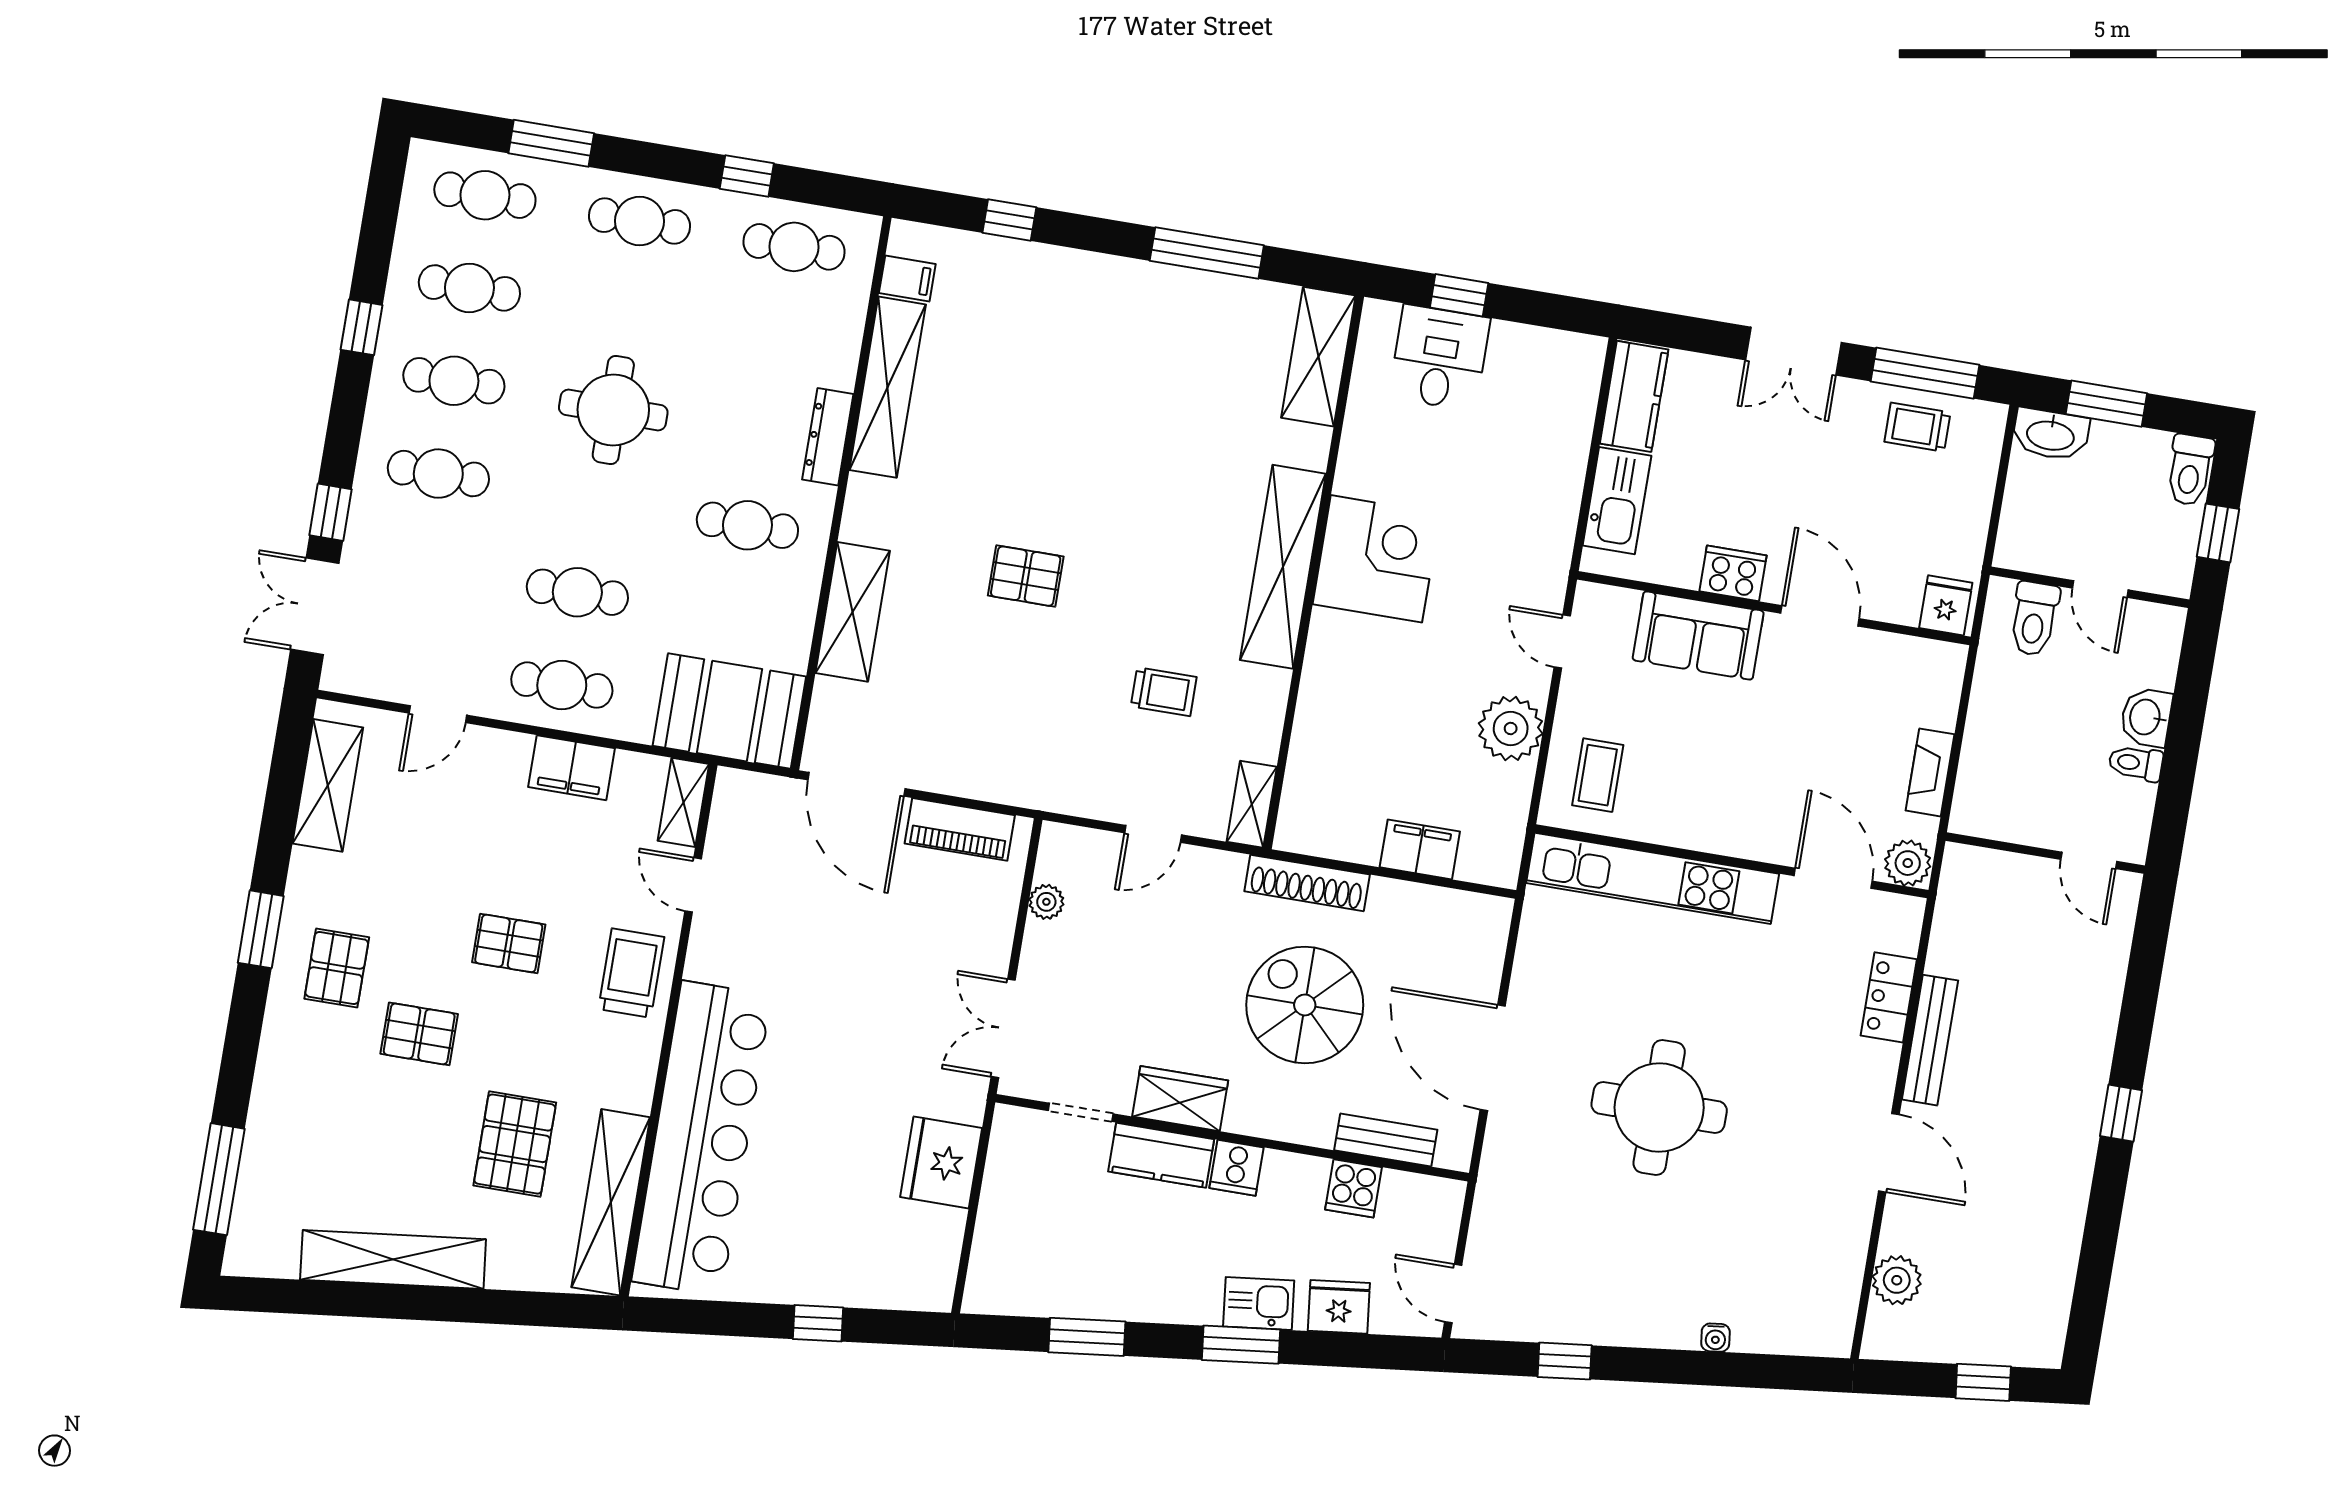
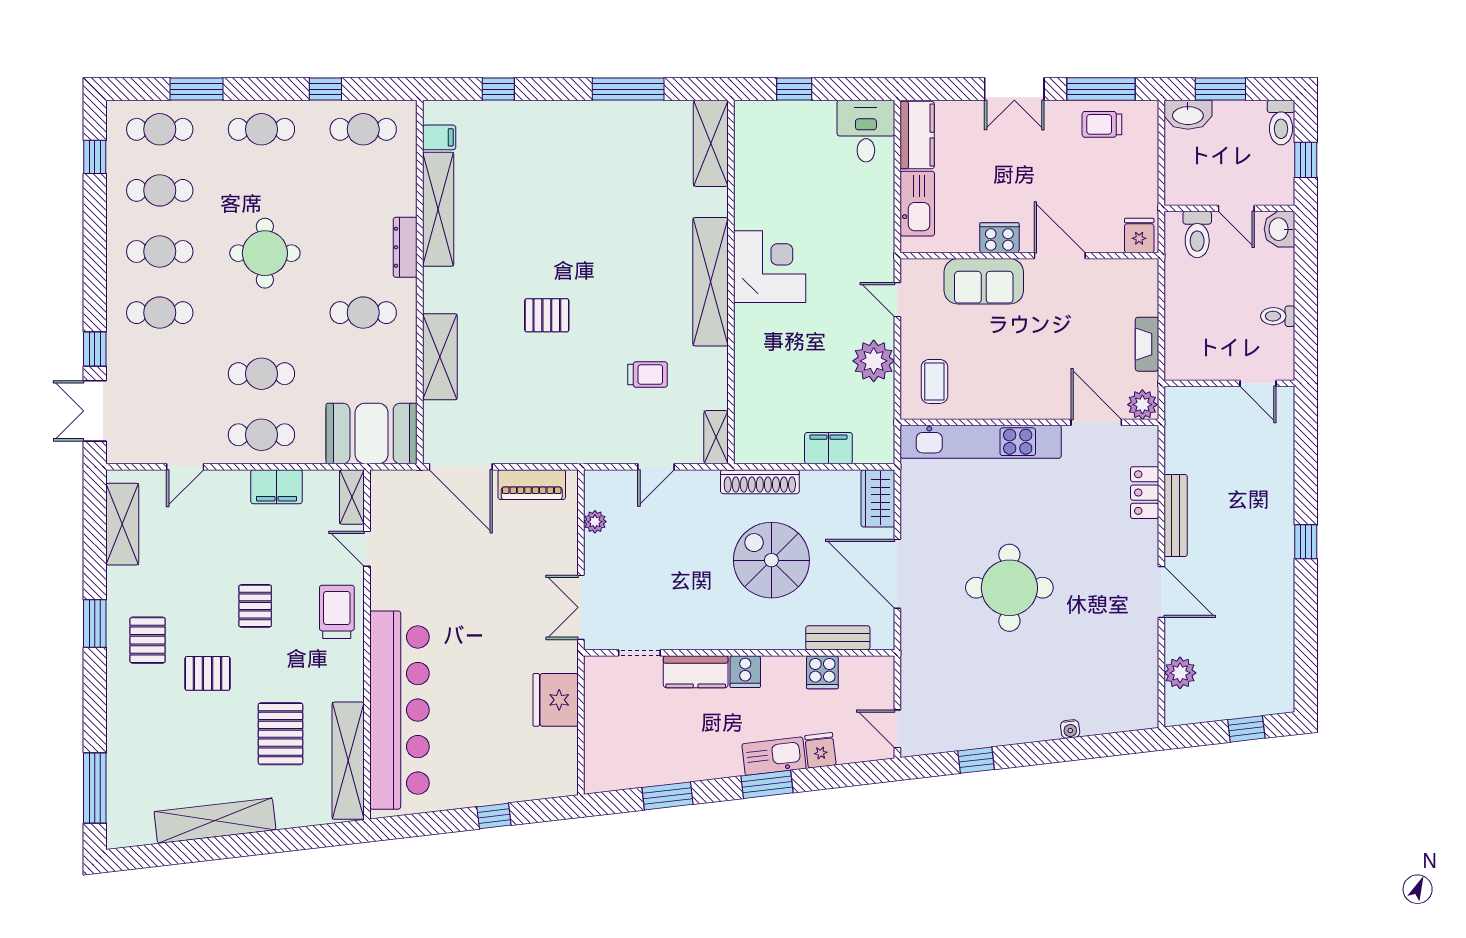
window: (361, 327) -> (95, 157), moved
desk: (1439, 358) -> (866, 131), moved
washbasin: (2146, 717) -> (1279, 229), moved
pallet: (509, 943) -> (255, 606), turned 90
wardrobe: (1180, 1099) -> (878, 498), moved, turned -90
kitchen sink: (1259, 1304) -> (774, 756), width x1.38
fridge: (1339, 1307) -> (820, 750), width x0.72

